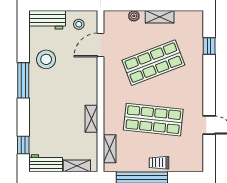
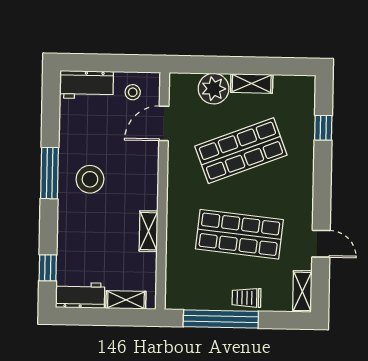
plant: (134, 16) -> (214, 89), width x1.88, depth x1.88
stool: (46, 59) -> (90, 179), moved
shelving: (110, 149) -> (302, 291), moved

